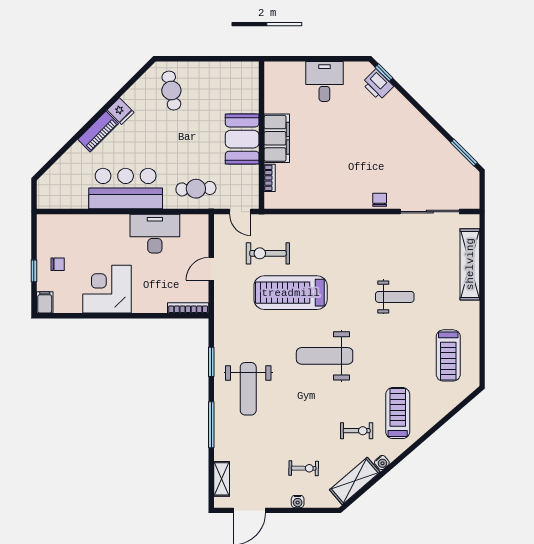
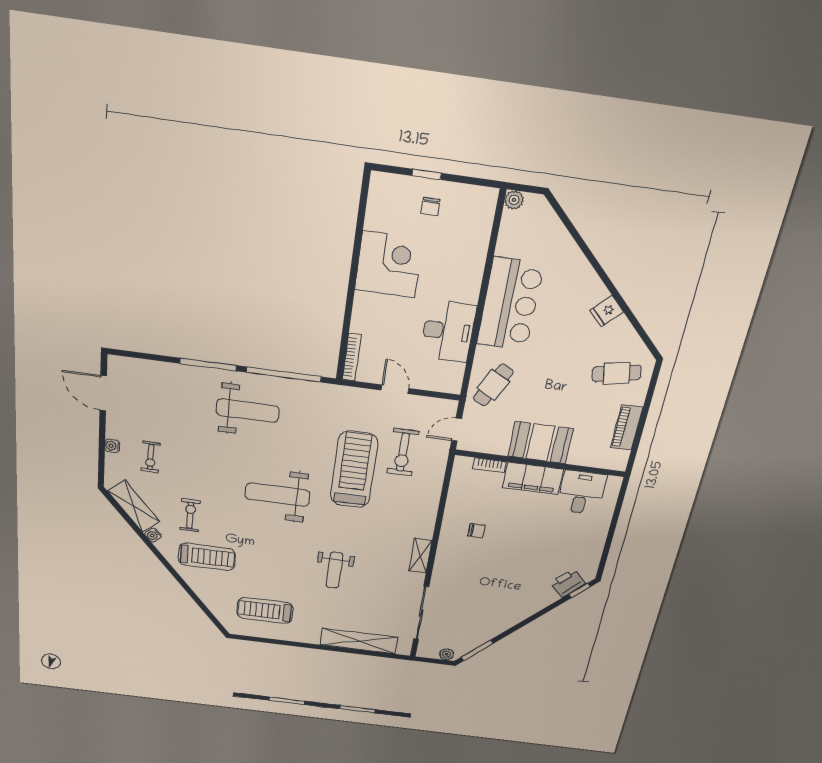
desk: (324, 81) -> (581, 492), moved, turned -90
piano: (98, 131) -> (627, 427), moved, turned 45
plant: (473, 180) -> (447, 654), added
cafe table: (196, 189) -> (493, 385), turned 31
chair: (380, 200) -> (476, 531), moved
plant: (44, 202) -> (514, 200), added
exercise bike: (268, 253) -> (403, 452), turned 180
filing cabinet: (45, 302) -> (383, 183), removed
weight bench: (325, 356) -> (277, 495), turned -90
window: (211, 362) -> (284, 374), width x2.11
weight bench: (248, 389) -> (248, 411), turned 180
exercise bike: (357, 431) -> (190, 515), turned 180
shelving: (222, 479) -> (420, 556), moved, turned 90

